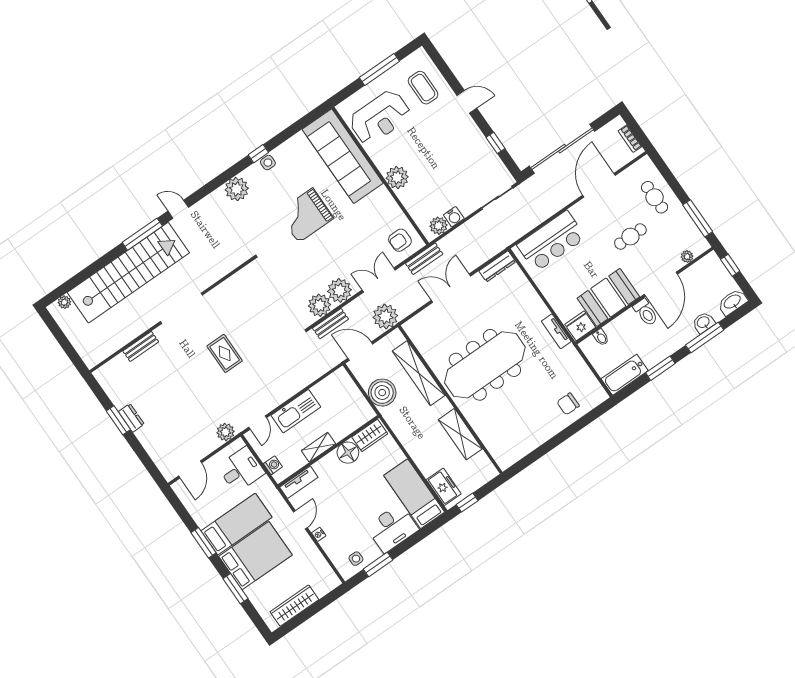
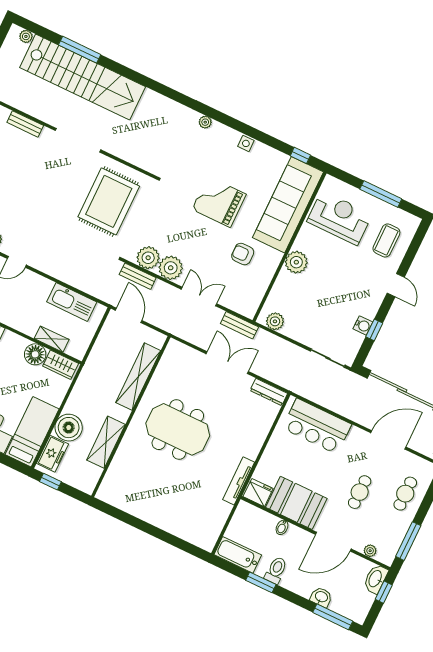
reception desk: (380, 118) -> (339, 218), turned 180
window: (258, 154) -> (300, 155), moved
plant: (237, 189) -> (205, 122), width x0.53, depth x0.53
door: (178, 209) -> (162, 89), removed
water cooler: (454, 217) -> (363, 325), moved, turned -90
window: (142, 234) -> (80, 50), moved
cafe table: (630, 237) -> (360, 492), turned 90
armchair: (400, 240) -> (243, 254), moved
washbasin: (732, 302) -> (376, 579), moved, turned -90
toilet: (646, 312) -> (276, 570), moved, turned 180
plant: (385, 316) -> (171, 320), removed
tv unit: (556, 331) -> (239, 481), width x1.41
bidet: (601, 337) -> (282, 527), moved
window: (705, 337) -> (333, 617), moved
rug: (225, 353) -> (109, 201), moved, width x1.86, depth x2.06
meeting table: (485, 365) -> (178, 429), width x0.73
boiler: (382, 393) -> (69, 428), moved
chair: (568, 404) -> (185, 520), removed
kitchen sink: (296, 411) -> (72, 302), moved
shelving: (319, 447) -> (52, 339), moved

